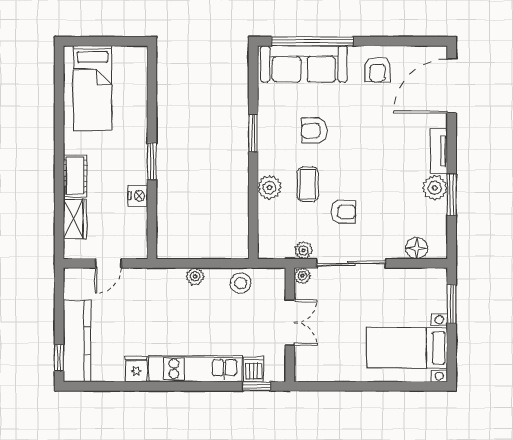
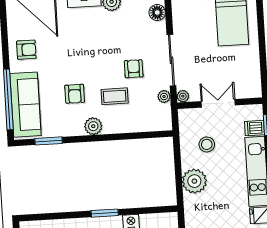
window: (253, 133) -> (49, 141), moved
plant: (269, 188) -> (93, 126), moved
plant: (195, 276) -> (194, 181), width x1.87, depth x1.87
stool: (241, 283) -> (207, 144), moved

